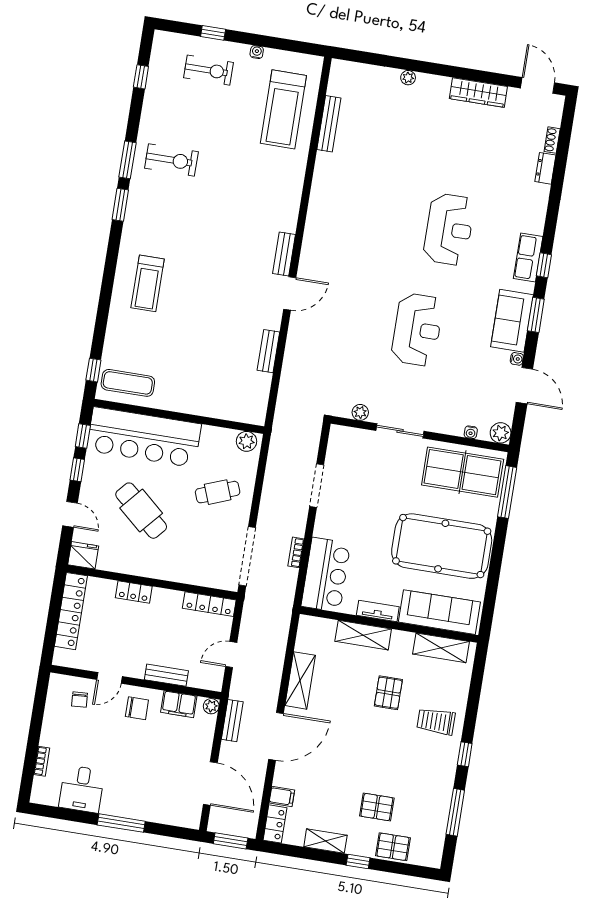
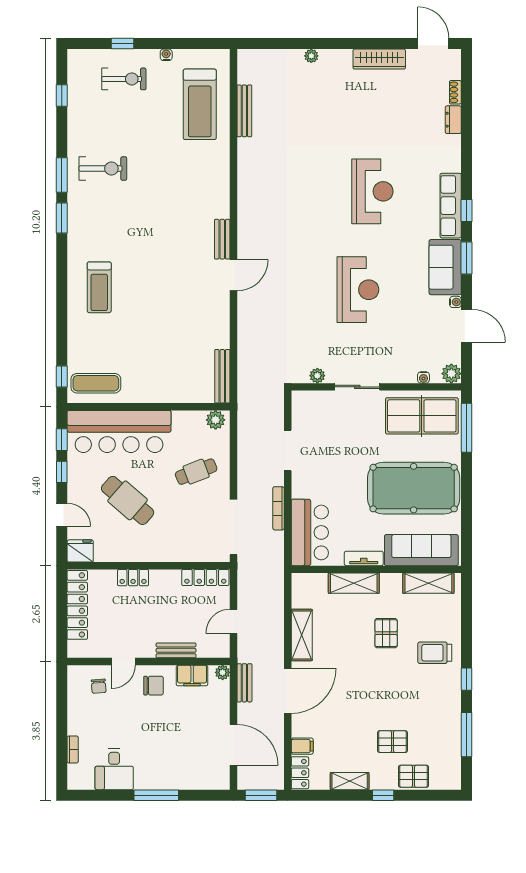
row of seats: (528, 257) -> (451, 206), width x1.48
bench: (268, 351) -> (222, 376), moved, width x1.36
bookcase: (296, 552) -> (278, 508), width x1.56

